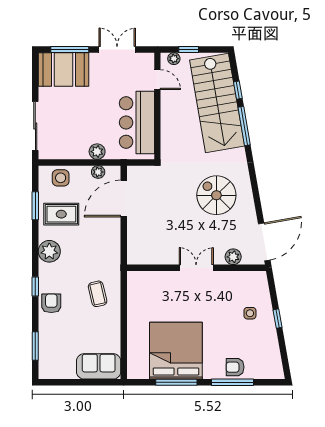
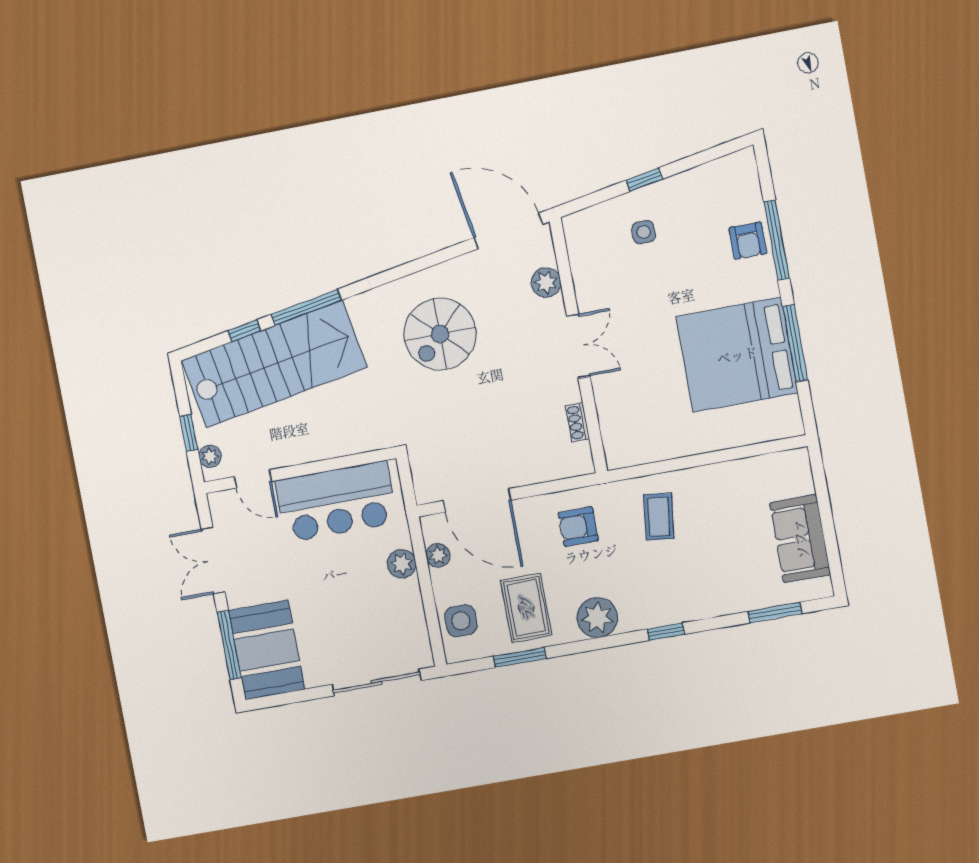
door: (157, 80) -> (253, 479), swing flipped
shoe rack: (156, 260) -> (577, 422), added
double door: (196, 268) -> (578, 346), swing flipped
coffee table: (98, 294) -> (659, 517), turned -70
armchair: (51, 303) -> (578, 527), moved
sofa: (99, 366) -> (800, 539), moved

